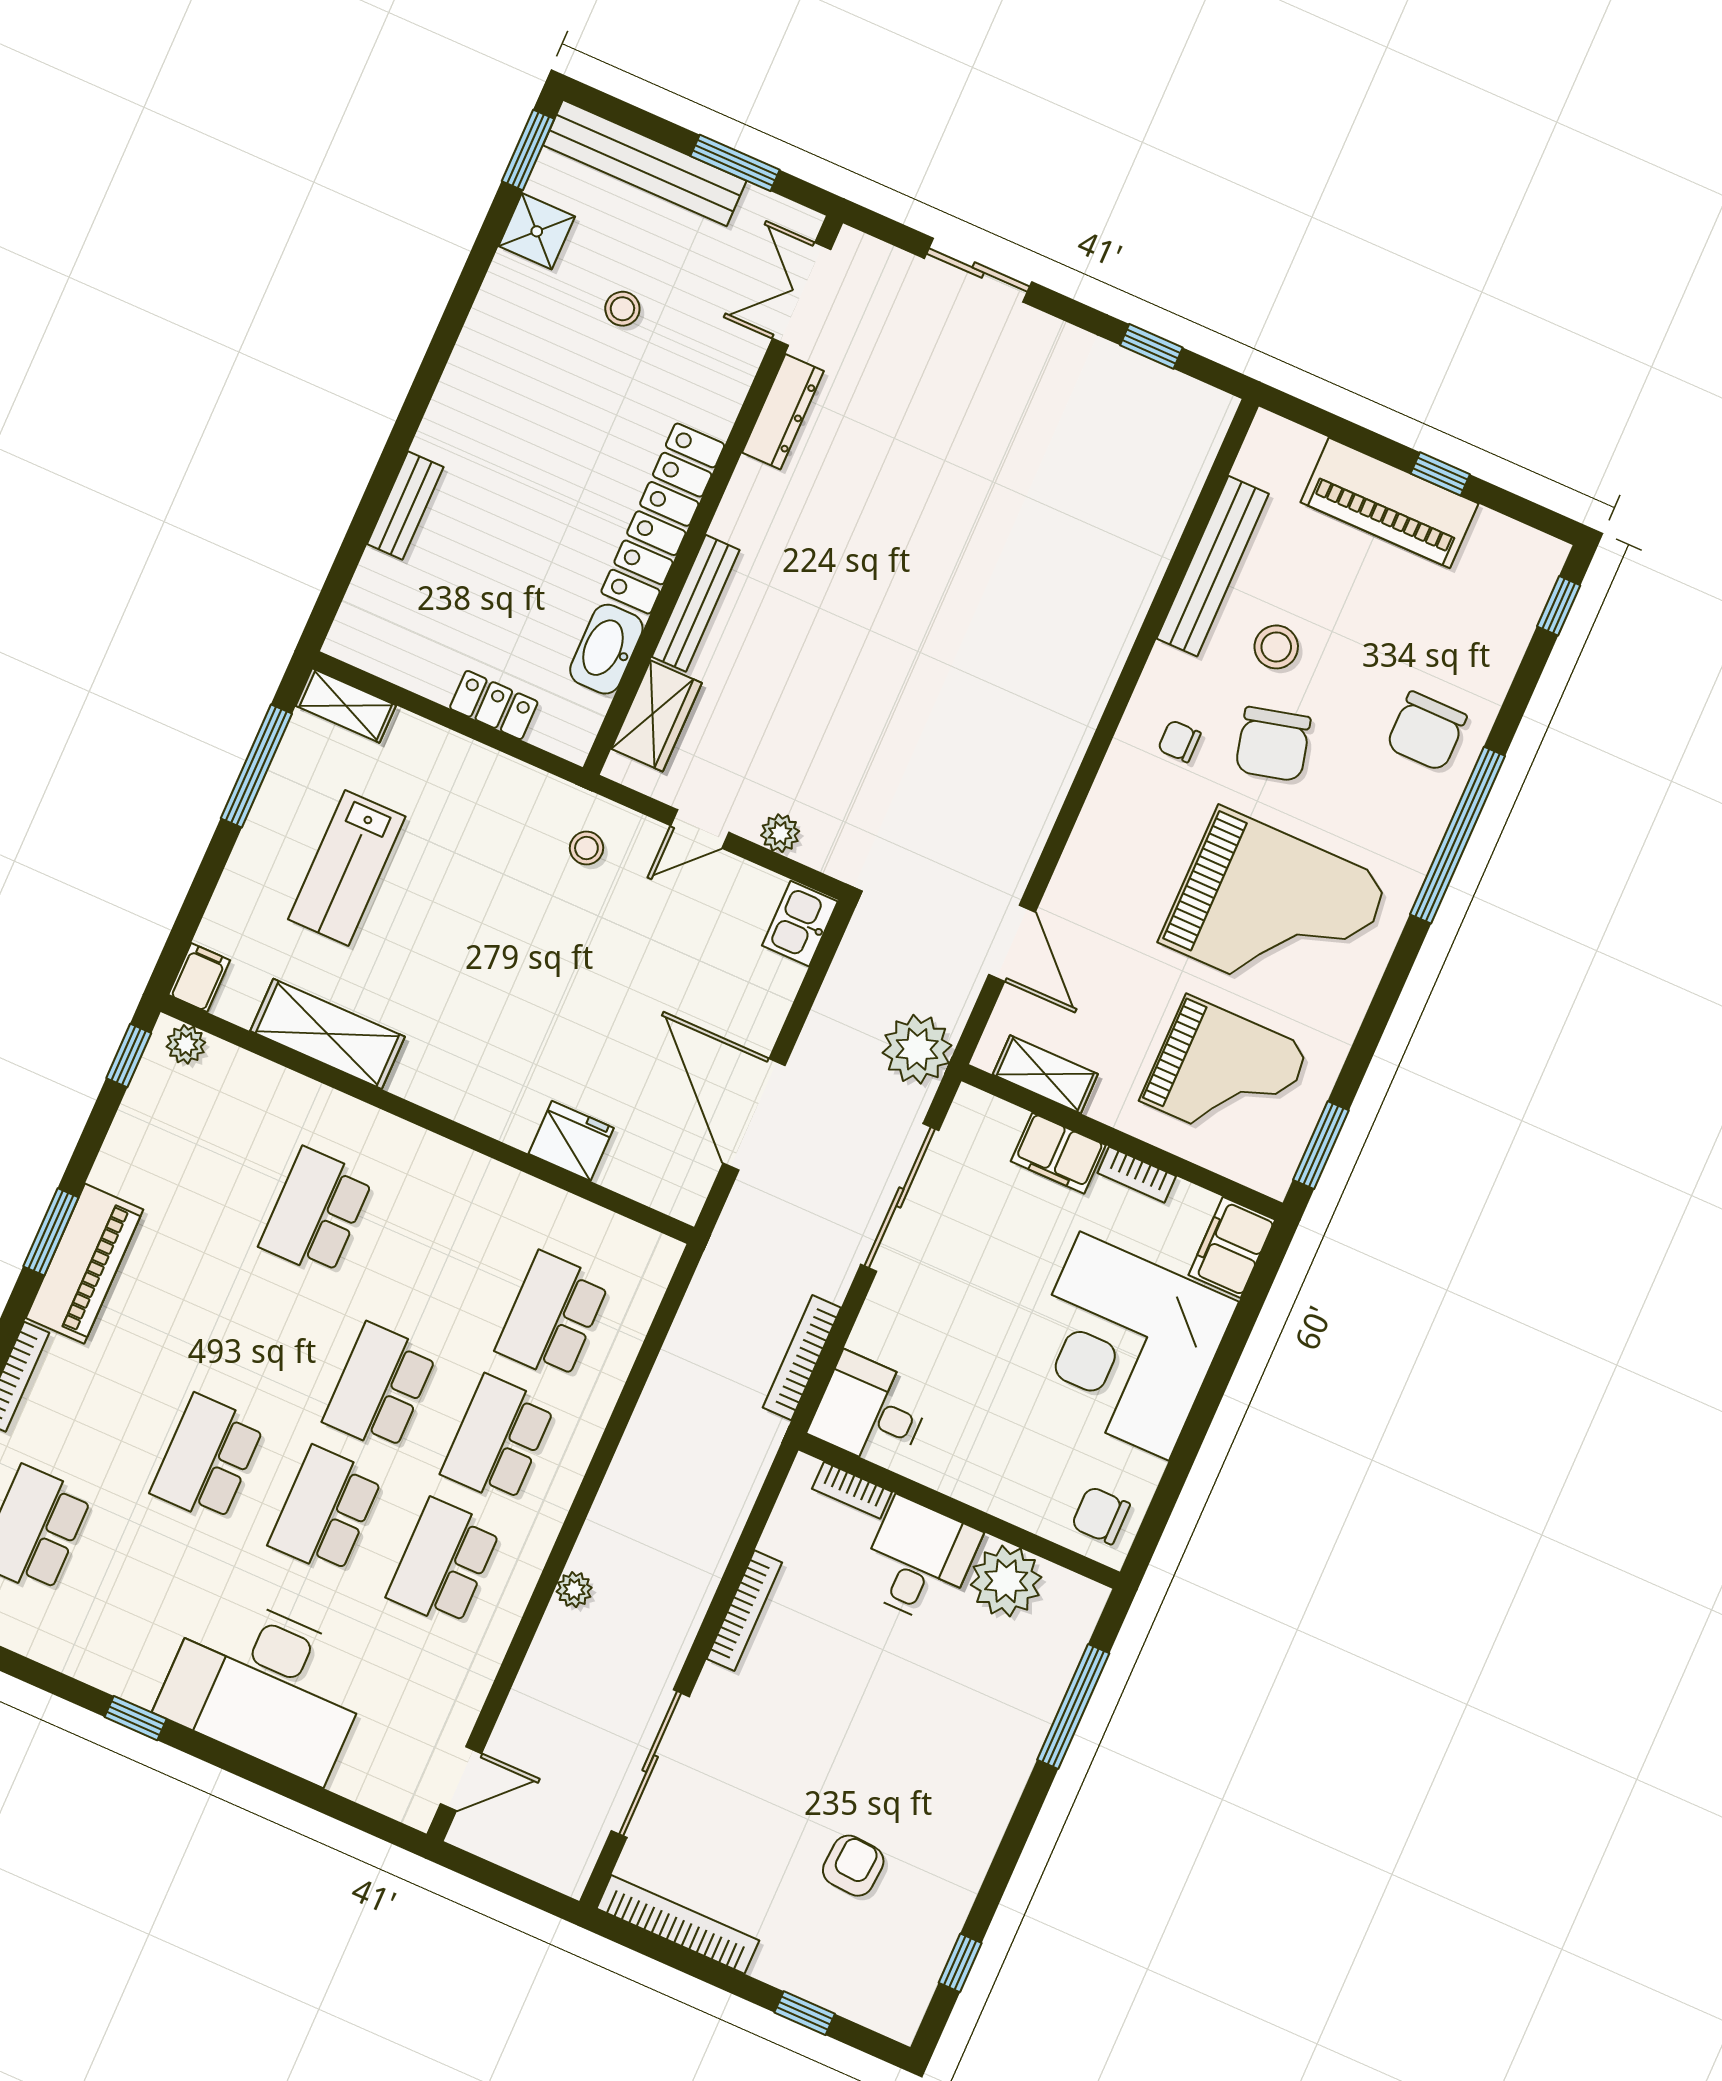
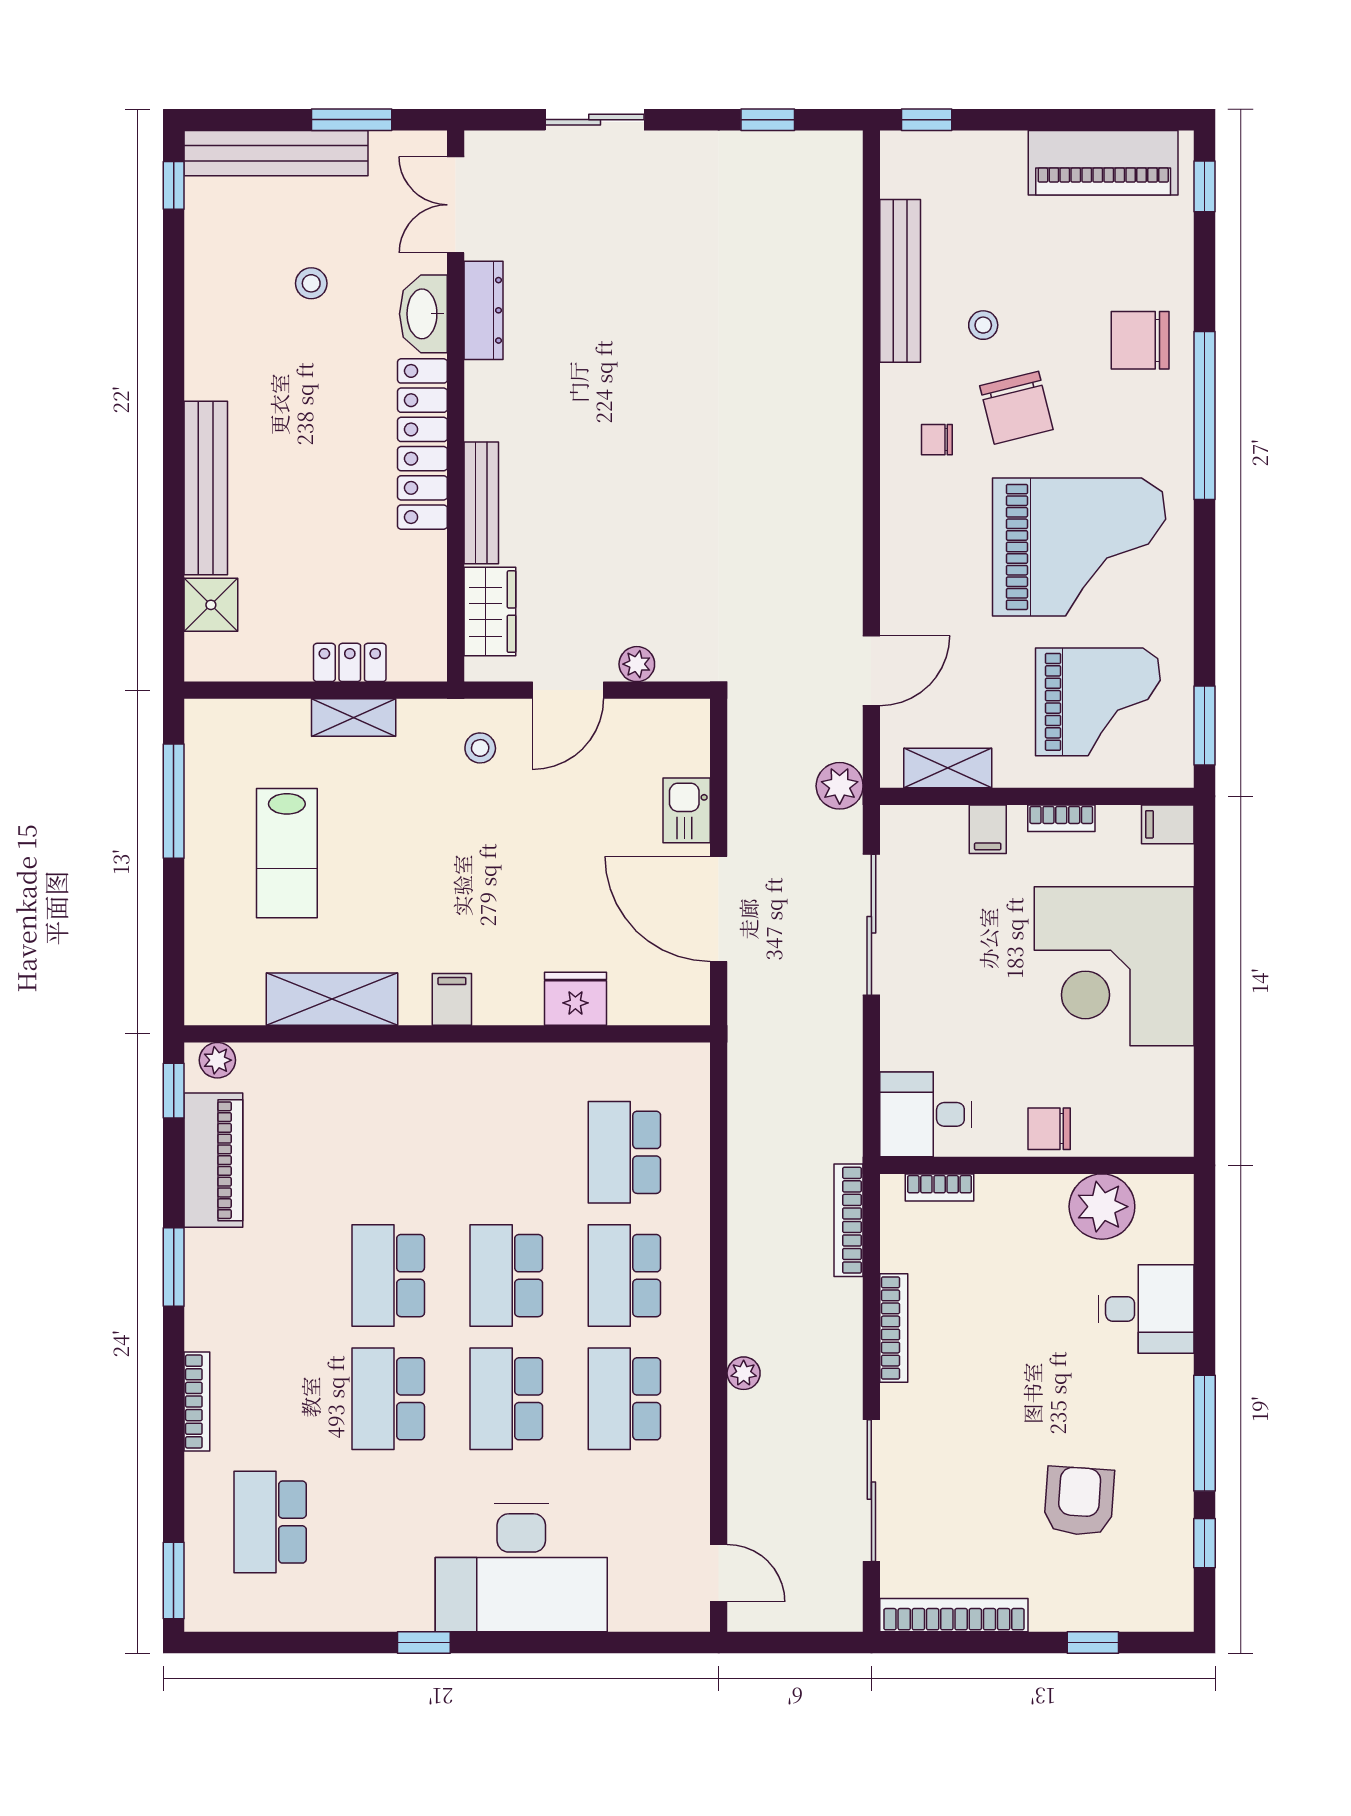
window: (528, 150) -> (174, 185), width x0.67
shower: (537, 231) -> (211, 605), moved
window: (1440, 474) -> (927, 120), moved
piano: (1389, 503) -> (1103, 163), moved
bench: (405, 505) -> (206, 488), width x1.86, depth x1.21
stool: (1276, 647) -> (983, 325), width x0.73, depth x0.73
washbasin: (606, 649) -> (423, 314), moved
shelving: (346, 706) -> (354, 718), moved
chair: (1426, 731) -> (1140, 340), turned 90
door: (700, 829) -> (568, 690), width x1.38
kitchen sink: (800, 924) -> (687, 810), moved
door: (1012, 943) -> (871, 671), hinge flipped
filing cabinet: (199, 977) -> (452, 999), moved
plant: (917, 1049) -> (840, 786), width x0.73, depth x0.73
filing cabinet: (1058, 1153) -> (988, 829), width x0.50
school desk: (316, 1212) -> (388, 1276), moved
filing cabinet: (1232, 1247) -> (1168, 824), width x0.50
piano: (84, 1264) -> (213, 1160), moved
bookcase: (802, 1358) -> (849, 1220), moved
chair: (1101, 1515) -> (1049, 1129), moved
desk: (919, 1561) -> (1146, 1309), moved, turned 90
window: (1073, 1706) -> (1204, 1433), moved
door: (461, 1779) -> (719, 1573), hinge flipped
armchair: (853, 1866) -> (1079, 1501), width x1.38, depth x1.38

